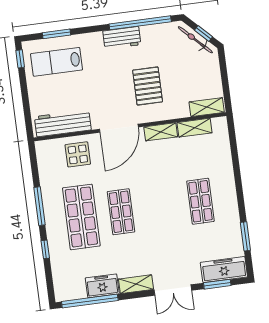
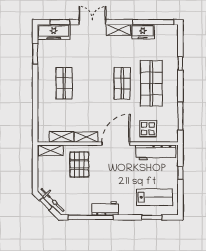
window: (20, 59) -> (180, 173), moved
pallet: (148, 86) -> (79, 164), moved
window: (40, 206) -> (180, 116), moved

